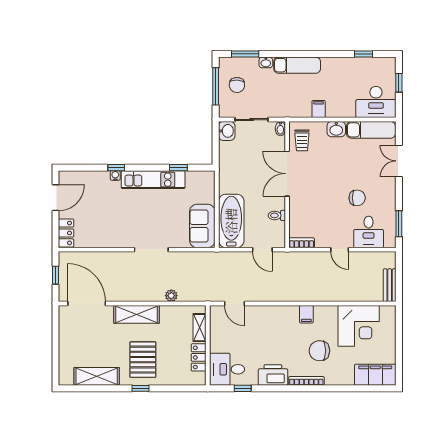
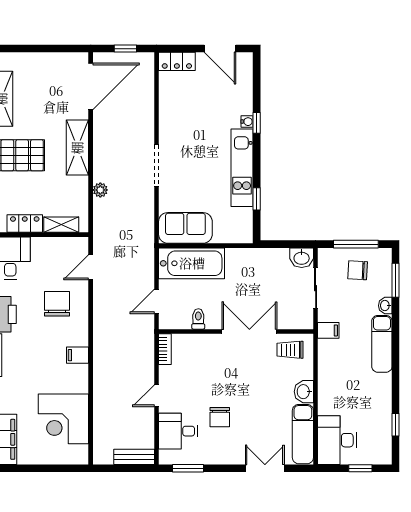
filing cabinet: (319, 109) -> (328, 330), moved
bidet: (280, 129) -> (304, 323), removed
bench: (390, 285) -> (134, 457), moved
chair: (319, 351) -> (57, 304), moved

